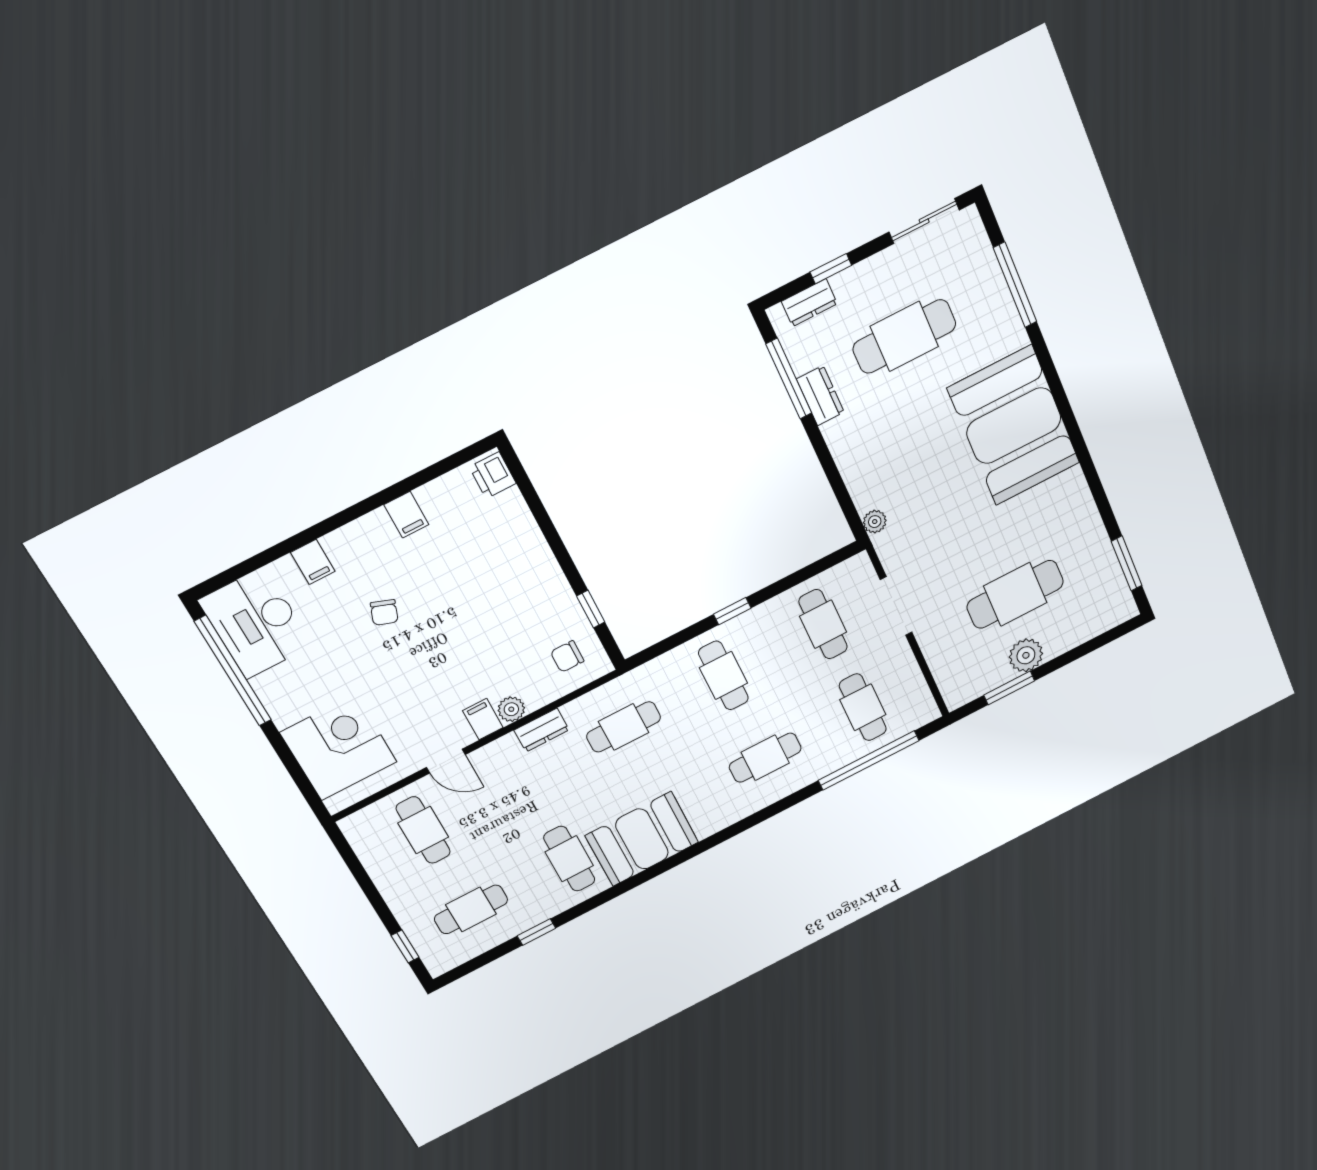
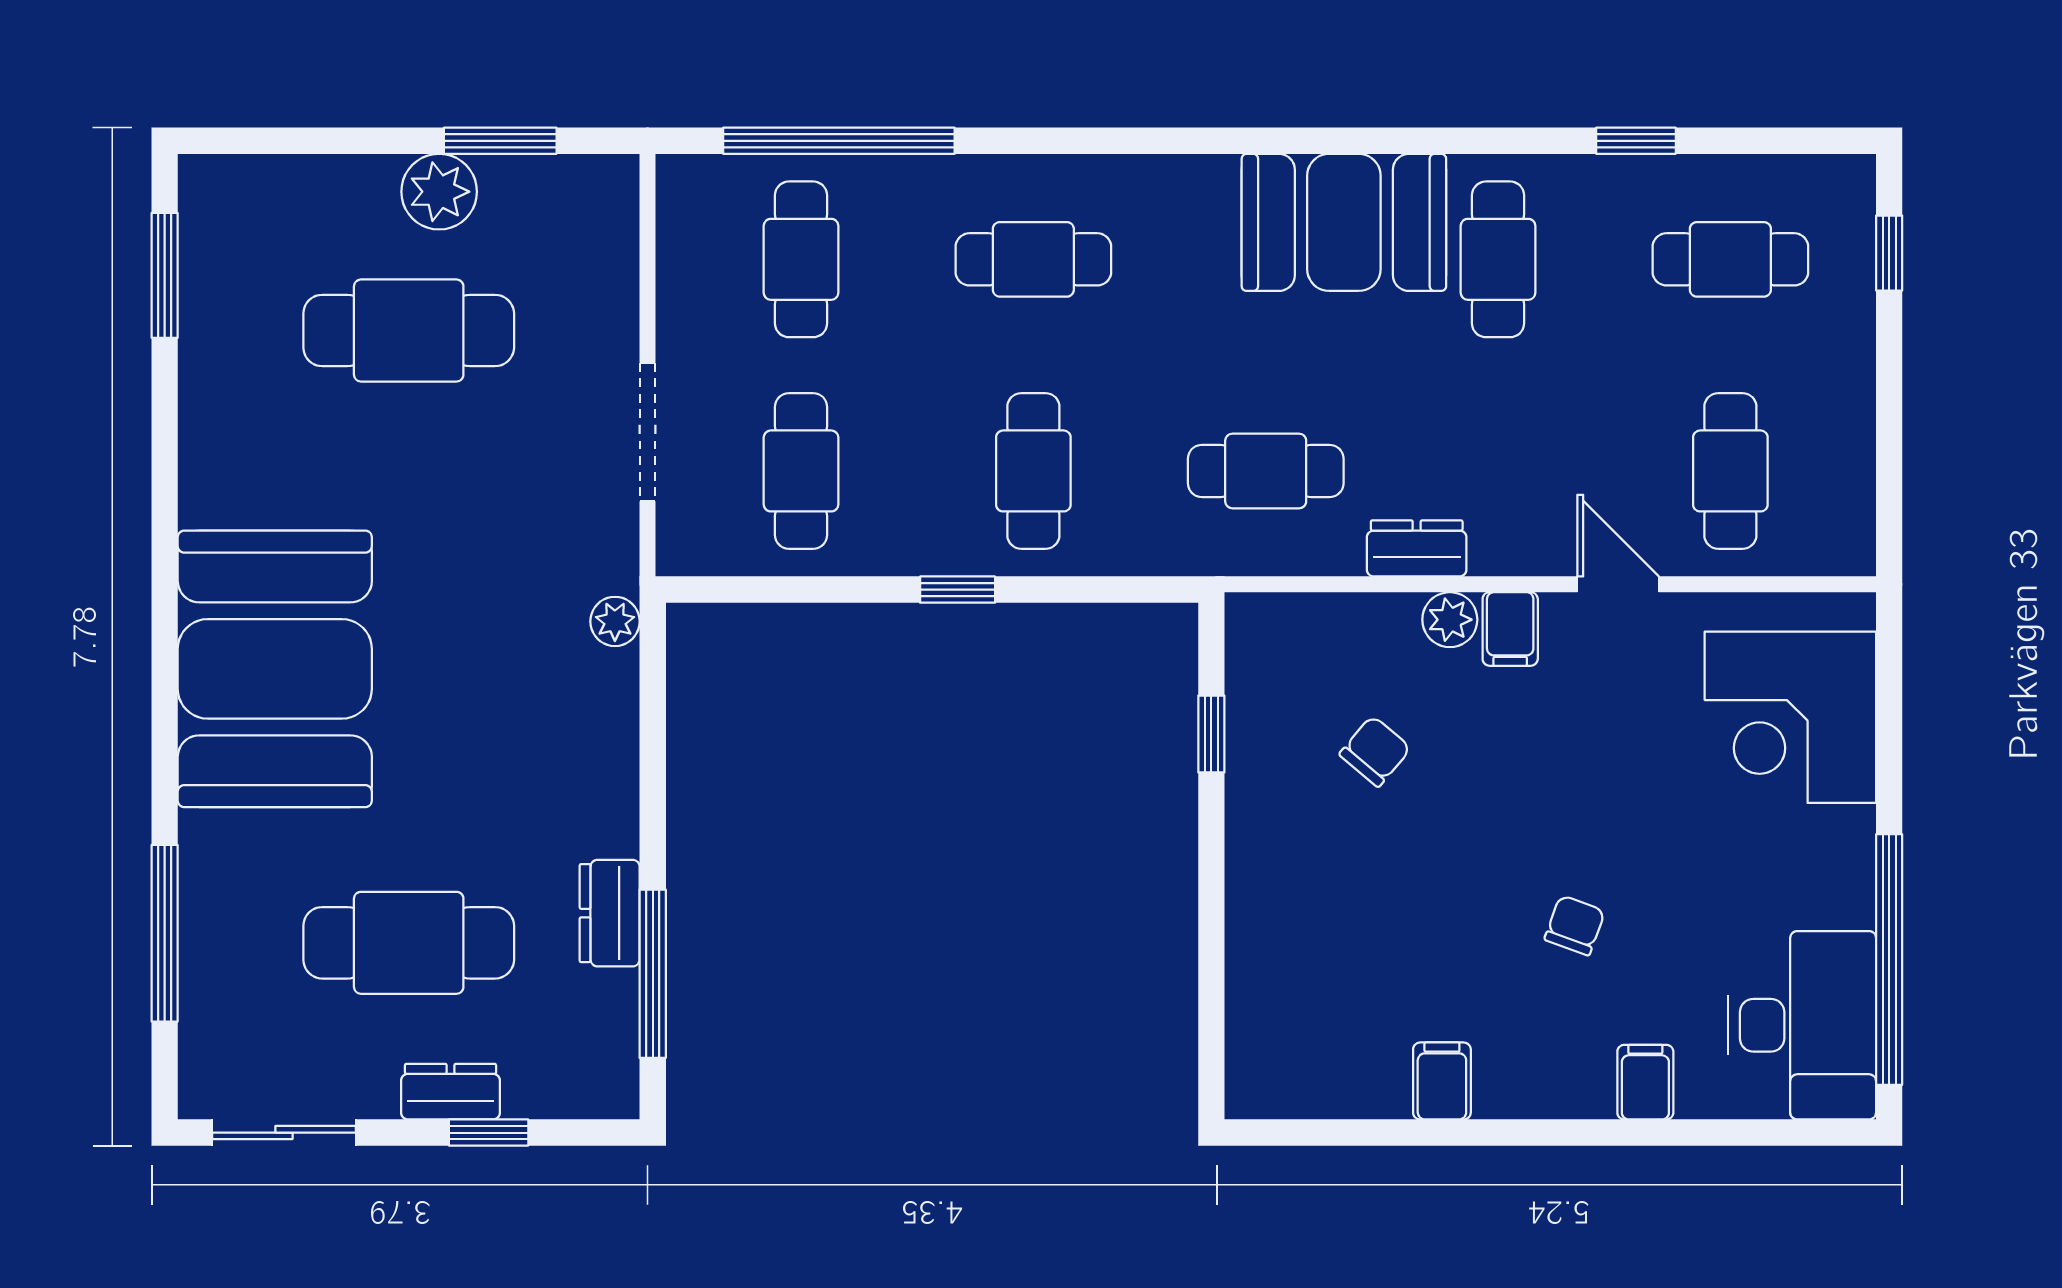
dresser: (809, 303) -> (451, 1092), moved
printer: (493, 475) -> (1258, 1073), removed
chair: (567, 656) -> (1375, 751), moved, turned -50

